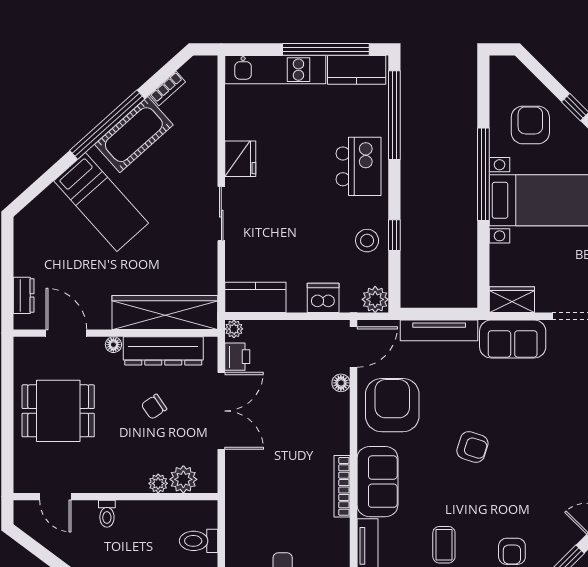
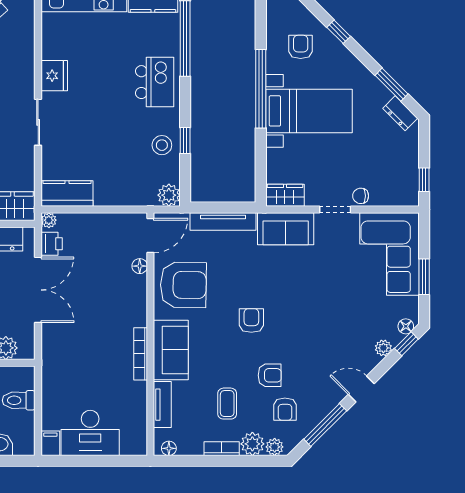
armchair: (530, 125) -> (301, 47), width x0.72, depth x0.72
dishwasher: (323, 298) -> (125, 194), removed
armchair: (392, 405) -> (183, 285), turned 91
armchair: (472, 447) -> (251, 321), turned -108
armchair: (494, 511) -> (270, 375), added

